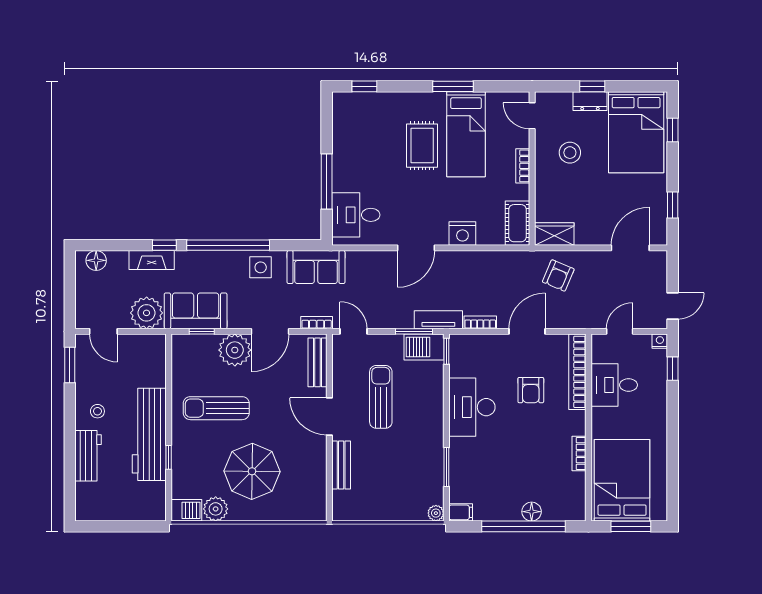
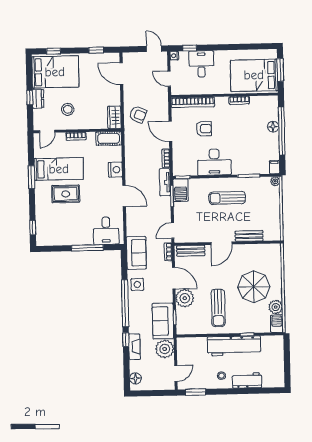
desk: (614, 385) -> (201, 64), moved, turned 180
sun lounger: (381, 397) -> (227, 198), moved

